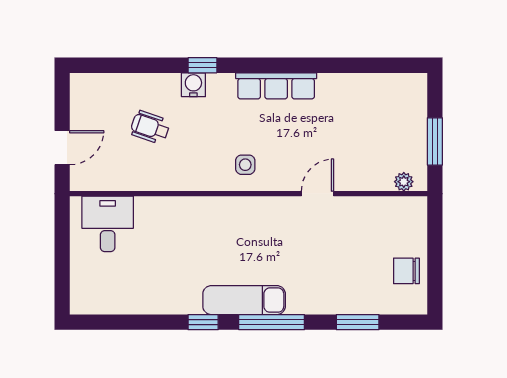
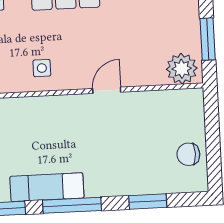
plant: (404, 182) -> (182, 69), width x1.88, depth x1.88

